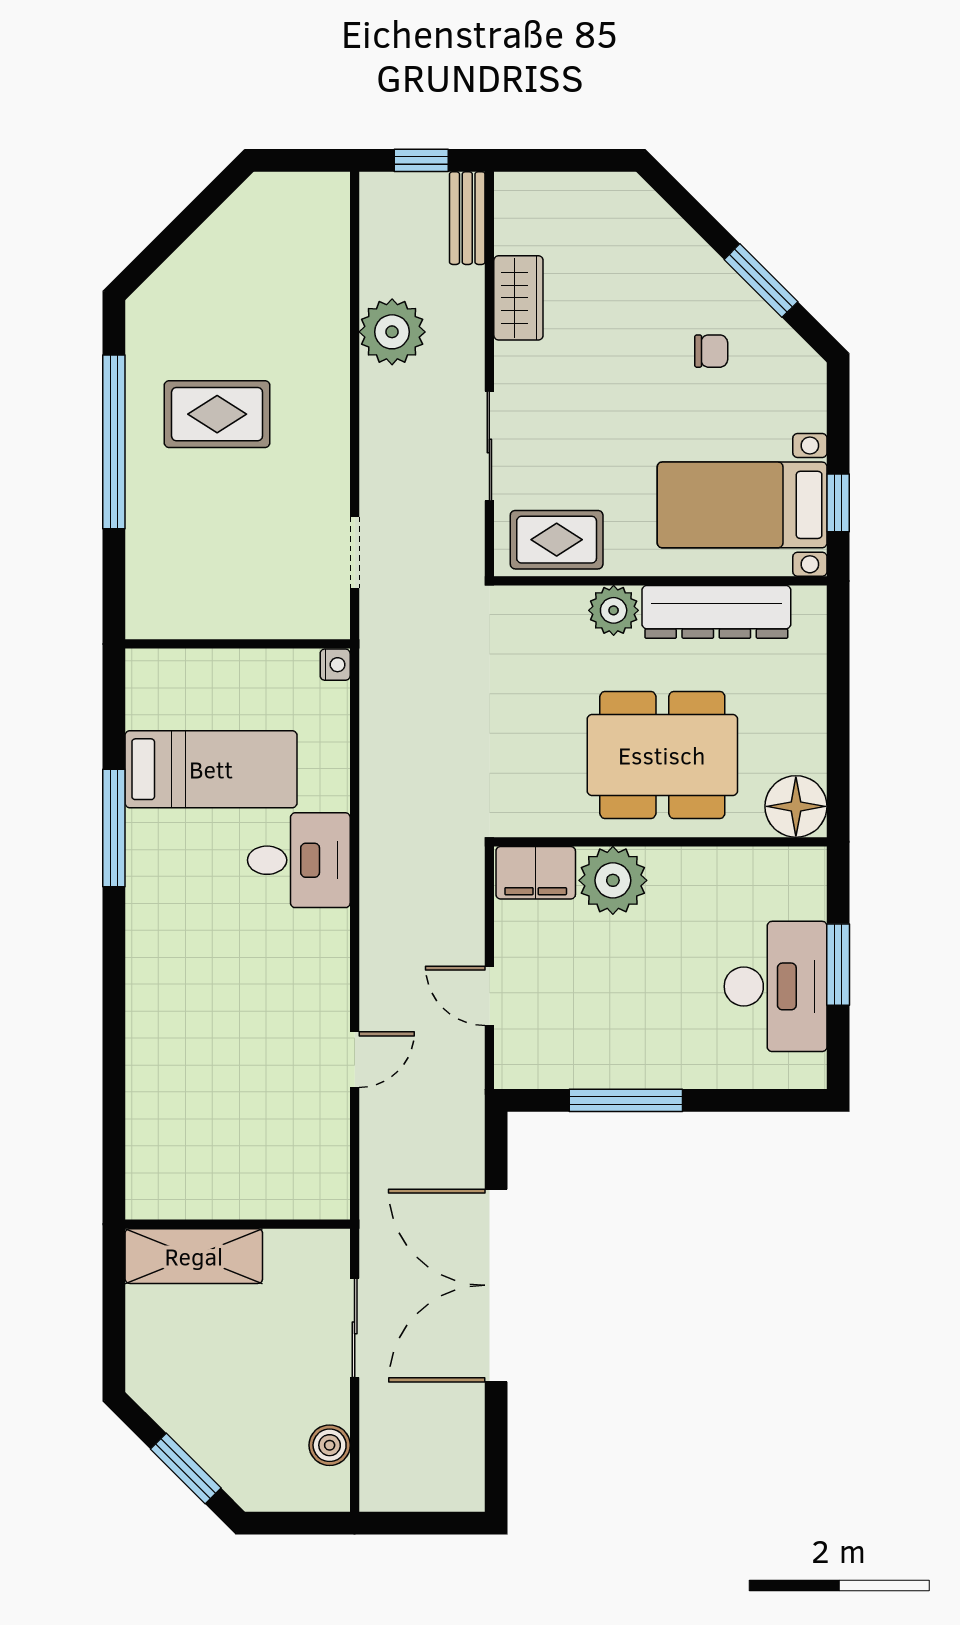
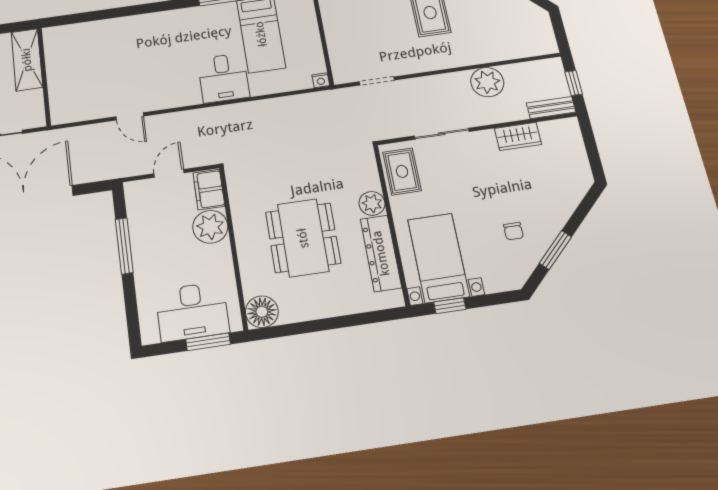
floor lamp: (796, 806) -> (262, 312), moved
wall: (660, 842) -> (233, 247), moved
filing cabinet: (536, 873) -> (209, 190), moved
plant: (613, 880) -> (210, 227), moved

